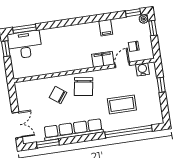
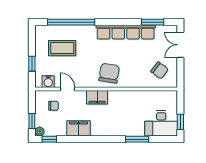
filing cabinet: (106, 28) -> (79, 128), width x2.00
window: (24, 29) -> (137, 139), moved
filing cabinet: (103, 59) -> (97, 97), moved
door: (122, 65) -> (67, 89), swing flipped
chair: (58, 95) -> (160, 70), moved
coffee table: (122, 104) -> (62, 48), moved

